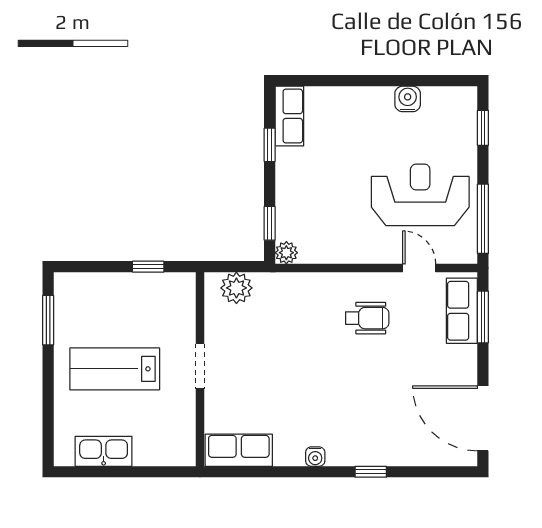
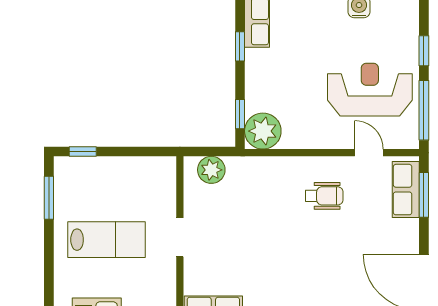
window: (483, 128) -> (424, 51), moved
plant: (286, 253) -> (263, 131), width x1.87, depth x1.87
window: (148, 267) -> (83, 152), moved
lab bench: (115, 369) -> (106, 240), turned 180

